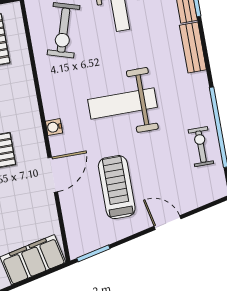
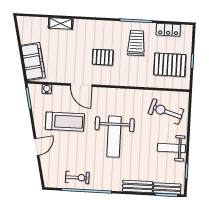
weight bench: (122, 103) -> (114, 137), turned 180
water cooler: (54, 127) -> (47, 89), moved

